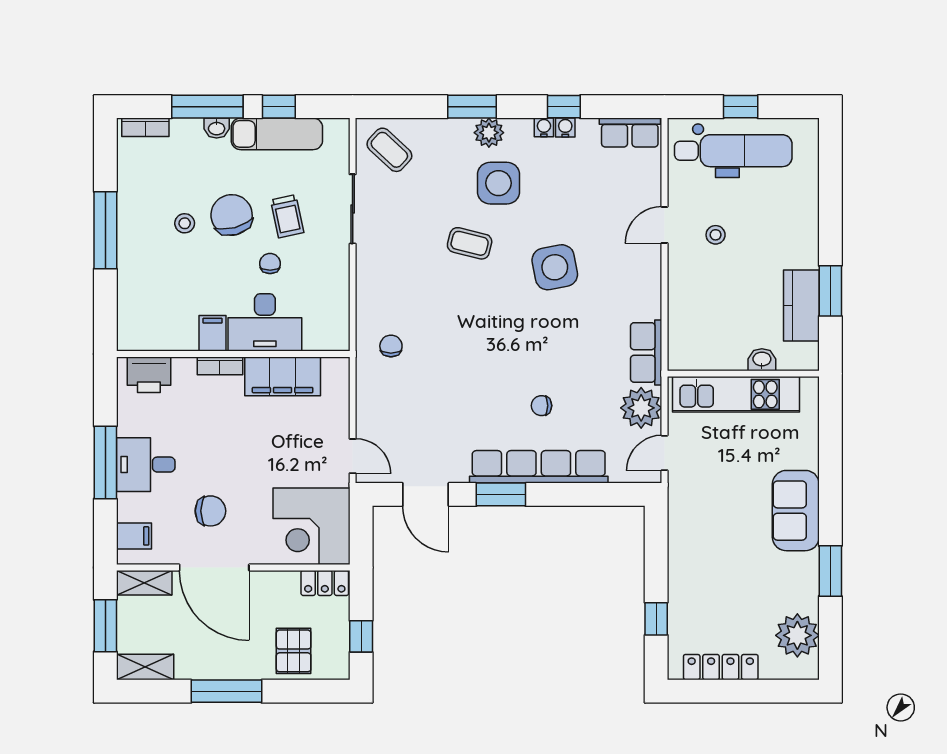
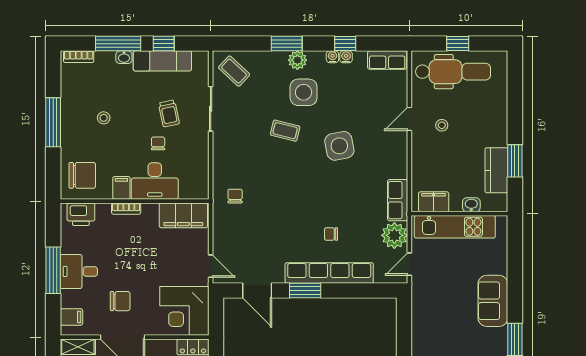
chair: (232, 215) -> (82, 175), moved, turned 105
filing cabinet: (703, 355) -> (434, 202), added
filing cabinet: (283, 376) -> (183, 215), moved

